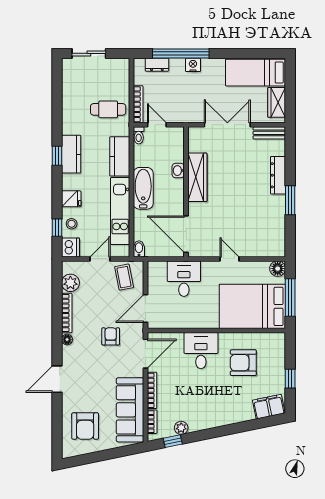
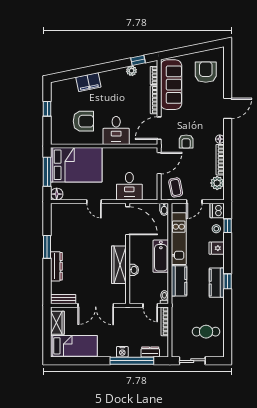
sliding door: (89, 53) -> (192, 361), moved
cafe table: (108, 109) -> (206, 332), moved
filing cabinet: (269, 407) -> (88, 82), moved

